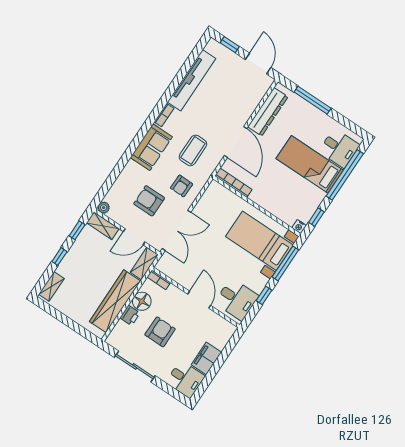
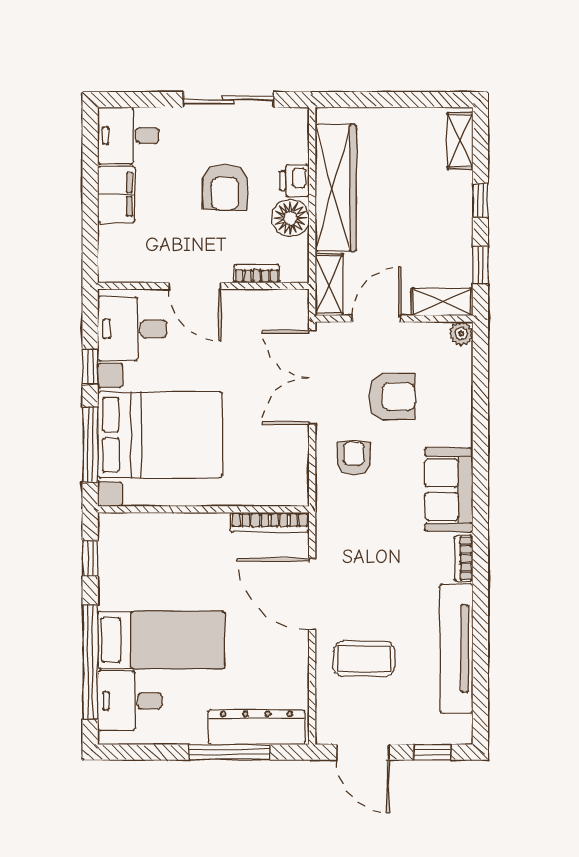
dresser: (268, 112) -> (257, 727), moved, turned 90
coffee table: (193, 150) -> (364, 659), moved, turned 90
nightstand: (299, 227) -> (109, 523), removed
bed with nightstands: (259, 241) -> (160, 435), width x1.36
bookcase: (159, 280) -> (257, 274), moved

